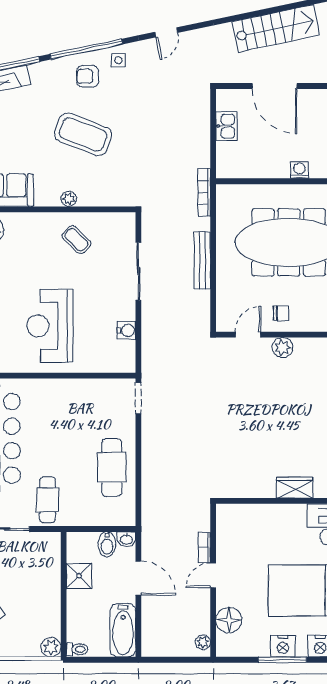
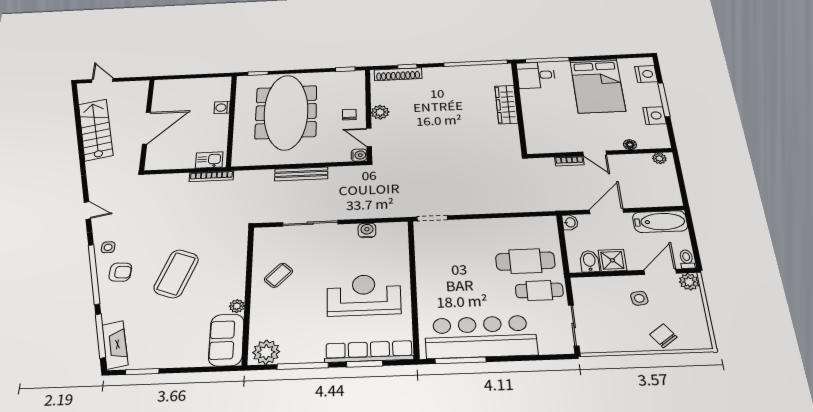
armchair: (88, 76) -> (120, 272), turned -86
kitchen sink: (226, 126) -> (209, 160), moved
bookcase: (204, 193) -> (211, 176), moved
plant: (69, 199) -> (237, 306), moved
water cooler: (224, 323) -> (359, 155), added
reception desk: (50, 326) -> (364, 295), turned 180
cafe table: (112, 467) -> (525, 261), moved
wardrobe: (294, 488) -> (506, 105), width x1.50
bidet: (107, 544) -> (589, 261), moved, turned -90
side table: (34, 596) -> (639, 298), added
floor lamp: (229, 620) -> (630, 145), width x0.53, depth x0.53
door: (64, 621) -> (660, 272), added
nightstand: (283, 646) -> (655, 116), moved

